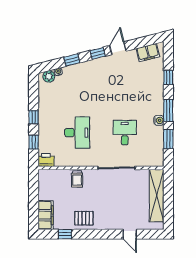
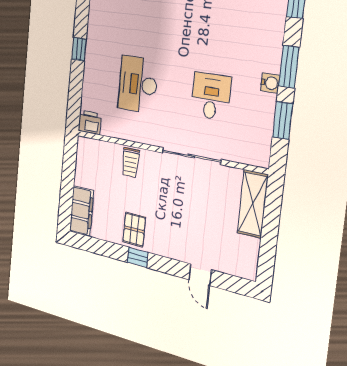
desk: (77, 133) -> (138, 84), turned 180
window: (34, 142) -> (75, 90), removed
shelving: (157, 196) -> (253, 204), width x0.68
pallet: (84, 218) -> (134, 230), turned 90
window: (65, 234) -> (138, 257), moved

